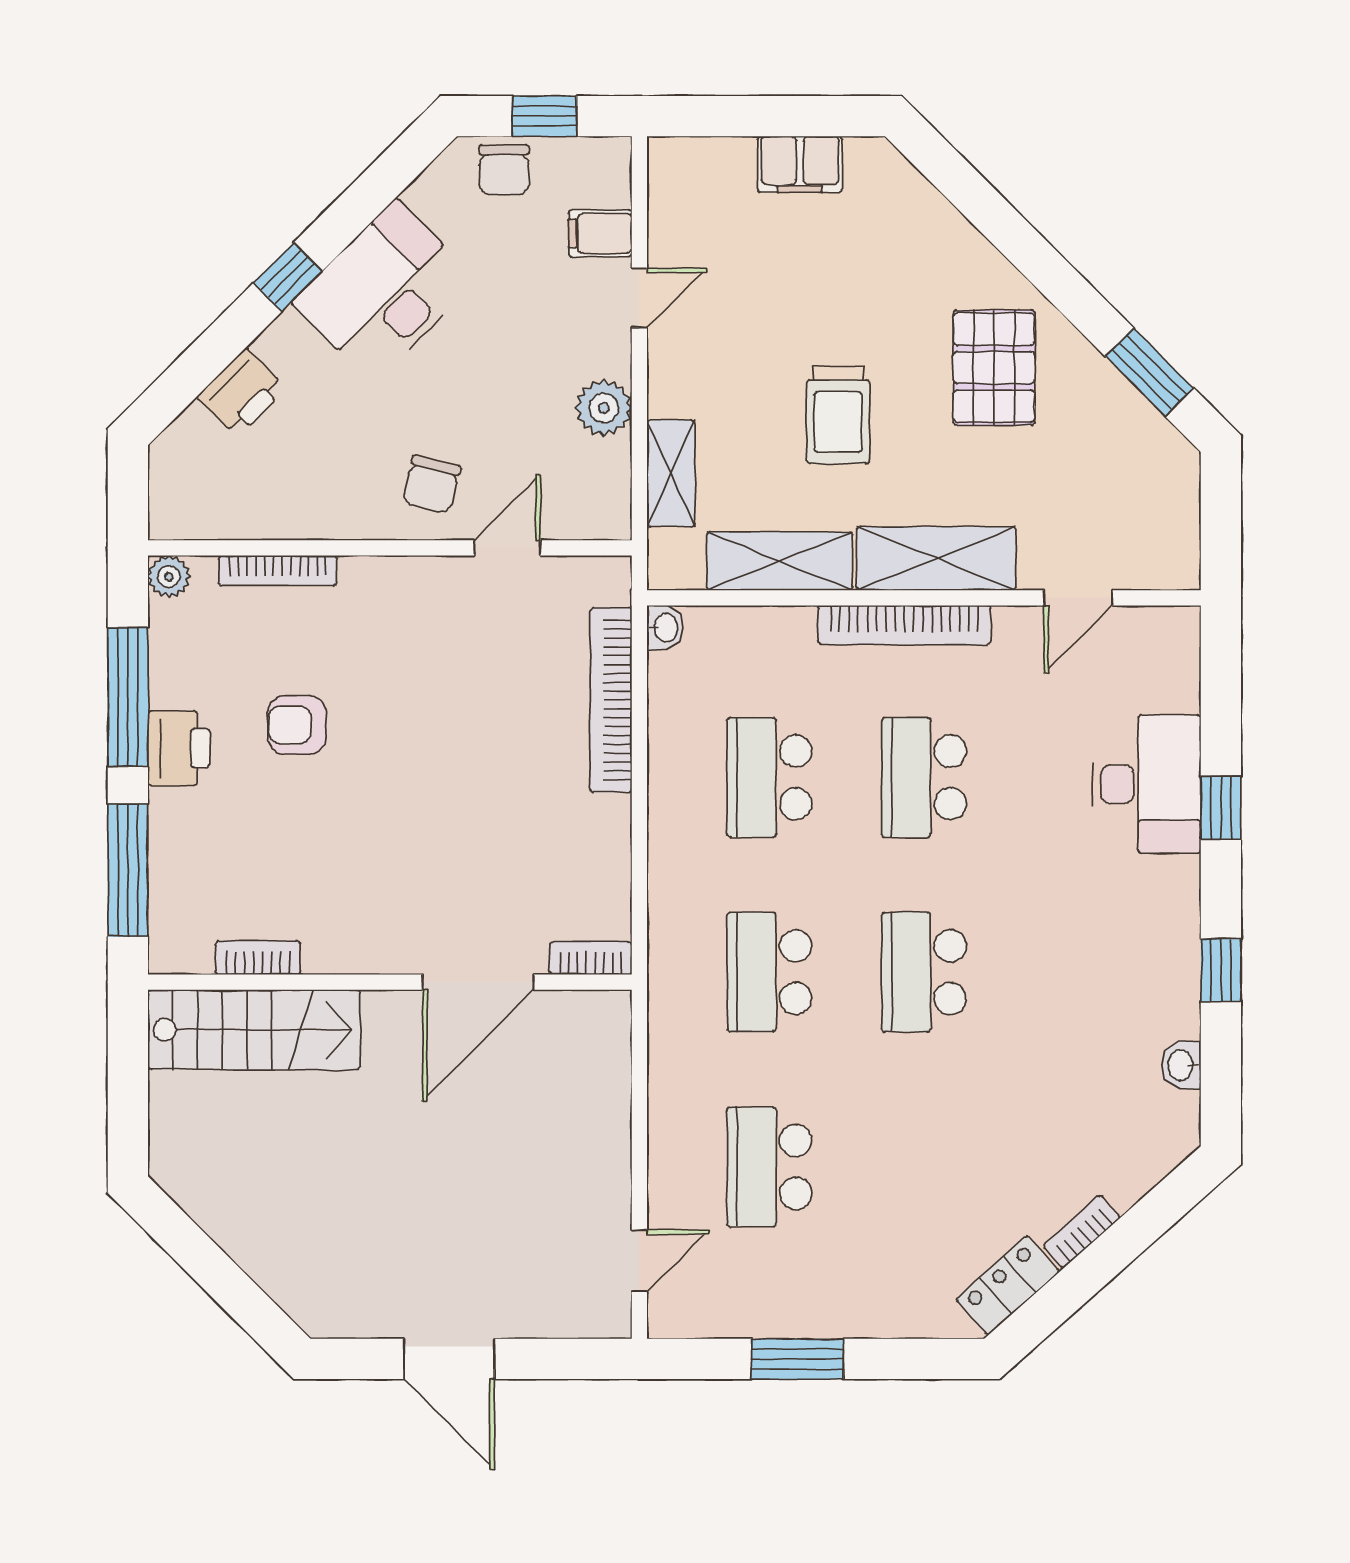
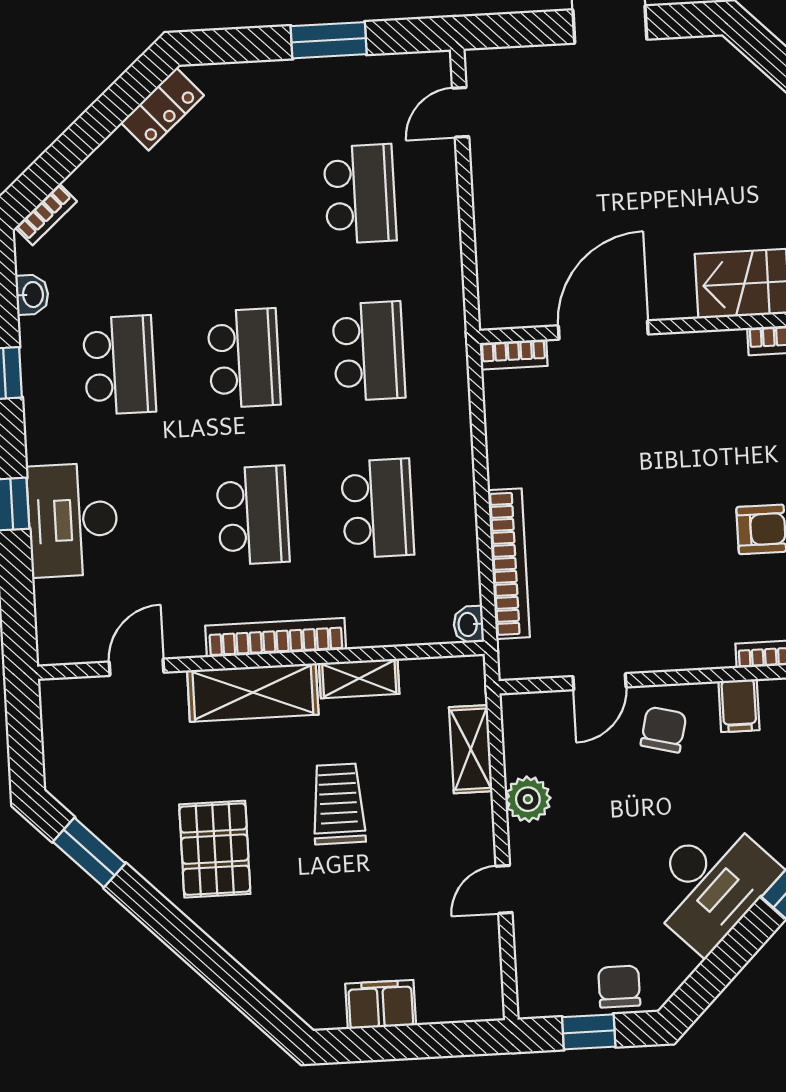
filing cabinet: (600, 233) -> (739, 706), moved, turned 90
shelving: (780, 561) -> (359, 679), width x0.67, depth x0.75
school desk: (1078, 972) -> (119, 365), added
bookcase: (1082, 1232) -> (46, 214), moved

